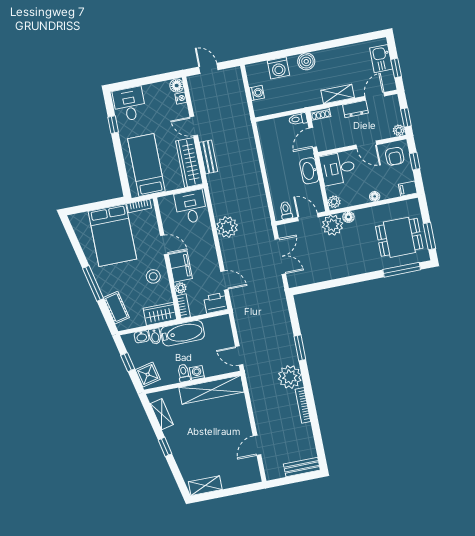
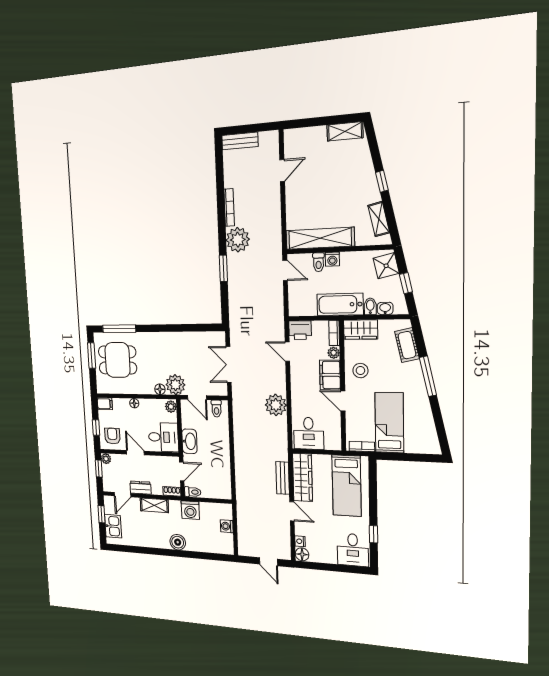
washing machine: (278, 68) -> (190, 510), moved, turned 180
bed: (112, 235) -> (389, 423), width x0.67
toilet: (184, 373) -> (319, 262), moved

